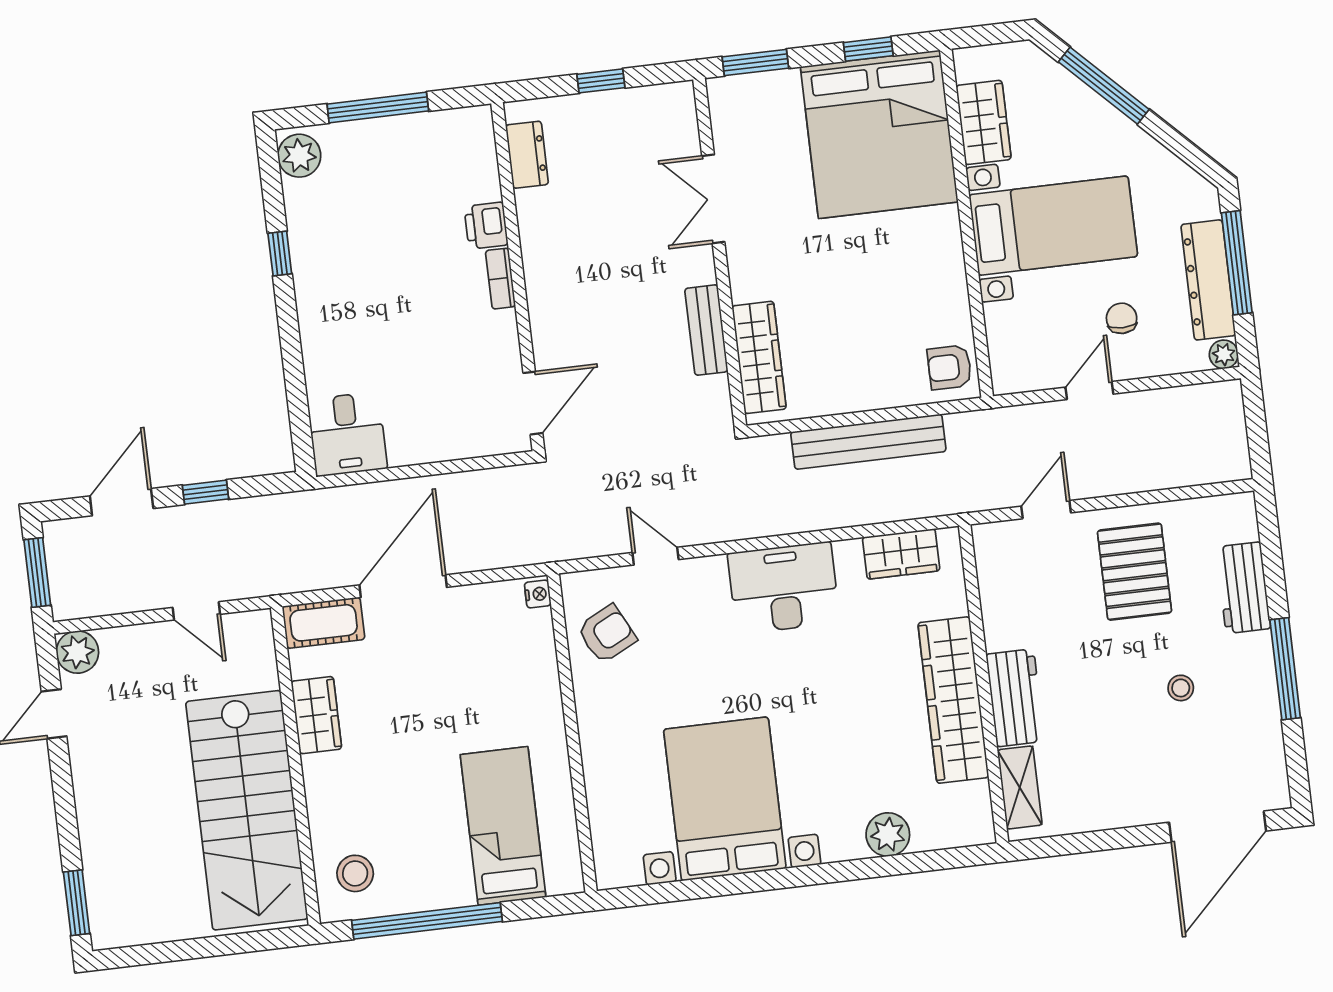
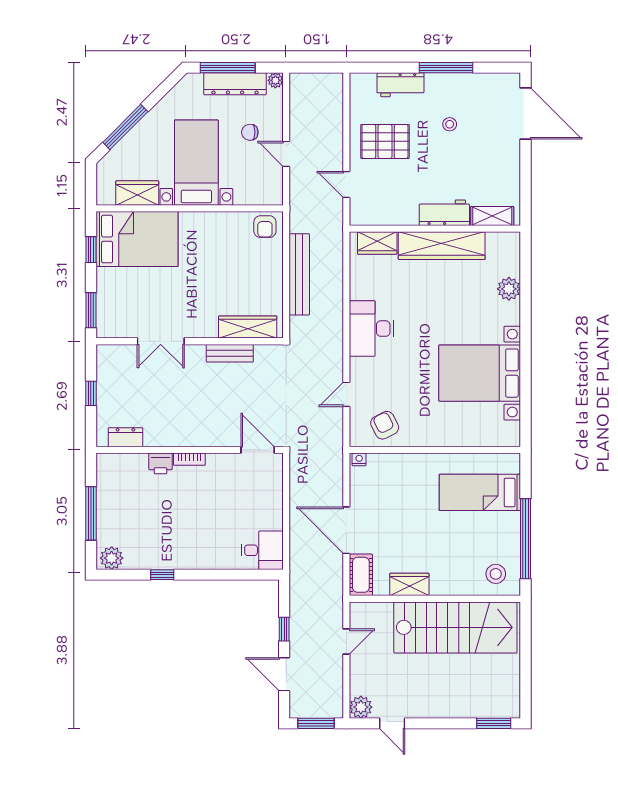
bed: (879, 134) -> (137, 239), width x0.73
wardrobe: (901, 554) -> (377, 243), moved, turned 90

